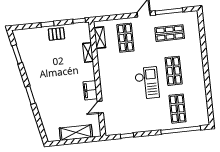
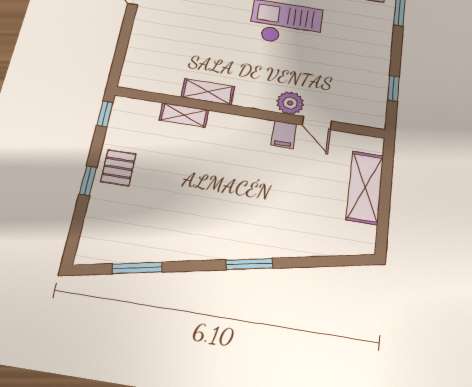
shelving: (100, 38) -> (208, 92), moved
shop shelf: (125, 38) -> (175, 37), removed
filing cabinet: (90, 90) -> (284, 135), width x0.50
plant: (107, 94) -> (290, 103), added

